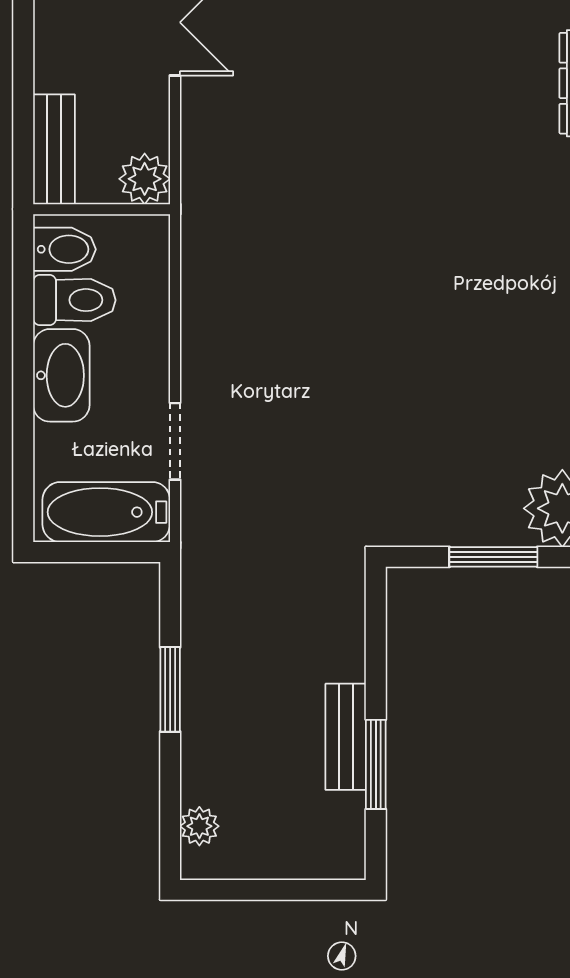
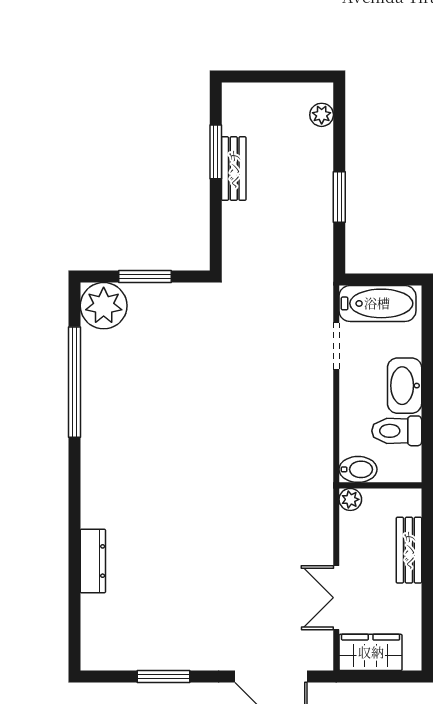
bench: (54, 149) -> (409, 550), moved
plant: (145, 179) -> (350, 499), width x0.73, depth x0.73
bidet: (64, 249) -> (358, 469), moved, turned 180

